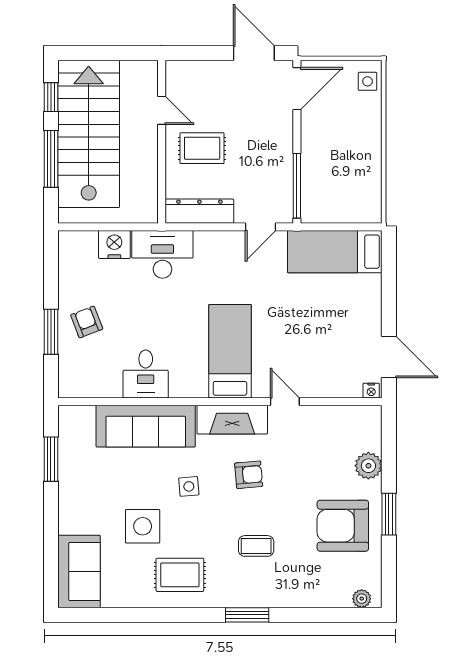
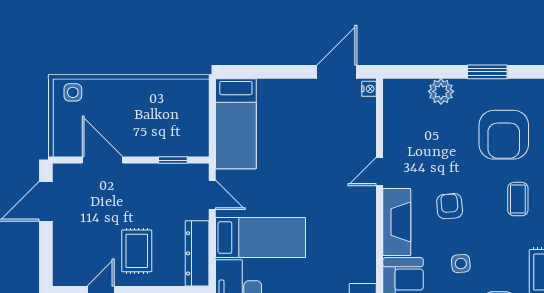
door: (297, 89) -> (102, 160), moved
window: (297, 186) -> (173, 160), width x0.46
bed: (230, 351) -> (260, 238), moved, turned 180
armchair: (343, 526) -> (504, 135), moved

